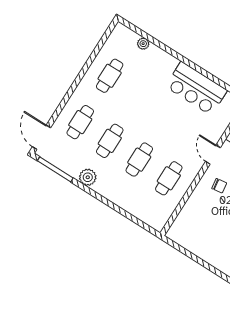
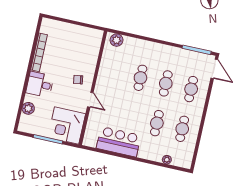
plant: (88, 177) -> (116, 40), moved
cafe table: (169, 178) -> (157, 123), moved

